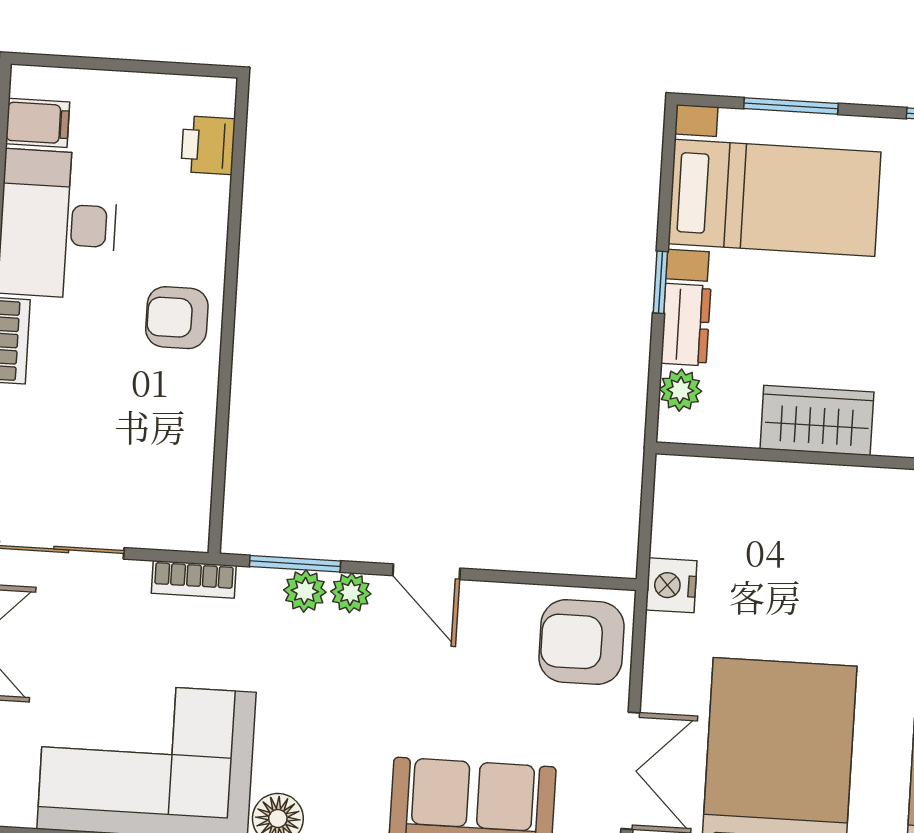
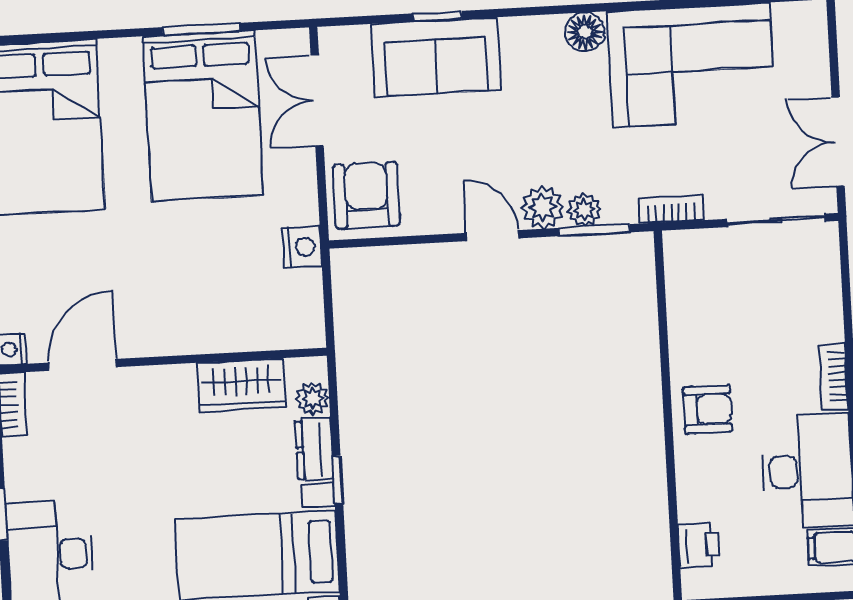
wardrobe: (817, 420) -> (241, 385), moved
plant: (351, 593) -> (543, 207), width x1.38, depth x1.38
armchair: (582, 642) -> (366, 195), turned -90

